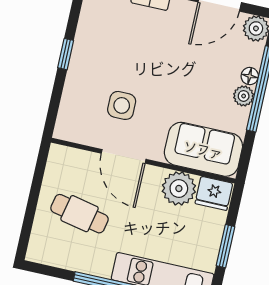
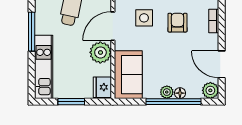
armchair: (140, 56) -> (177, 23), added
plant: (179, 188) -> (100, 52), moved

